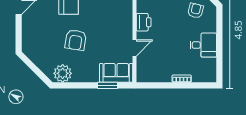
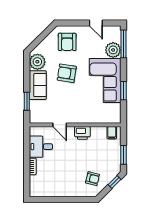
armchair: (40, 39) -> (67, 42), added
desk: (203, 45) -> (41, 147), moved, turned 90
sofa: (116, 73) -> (38, 85), moved

